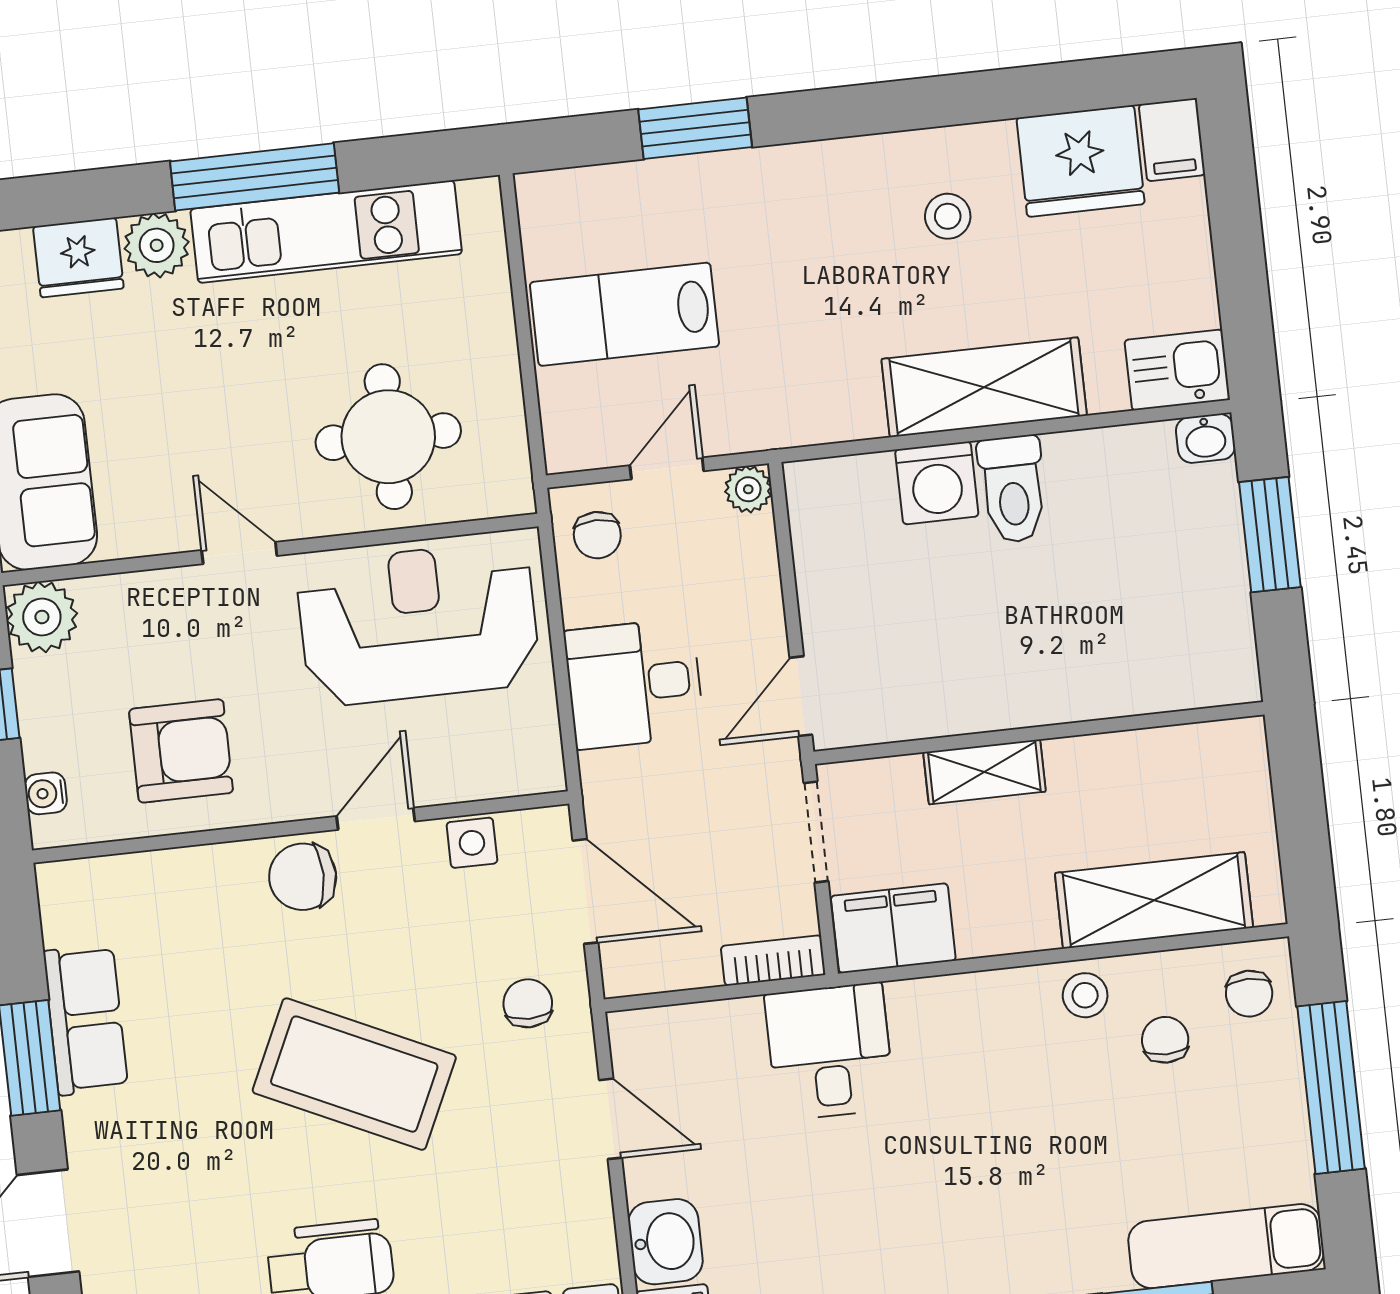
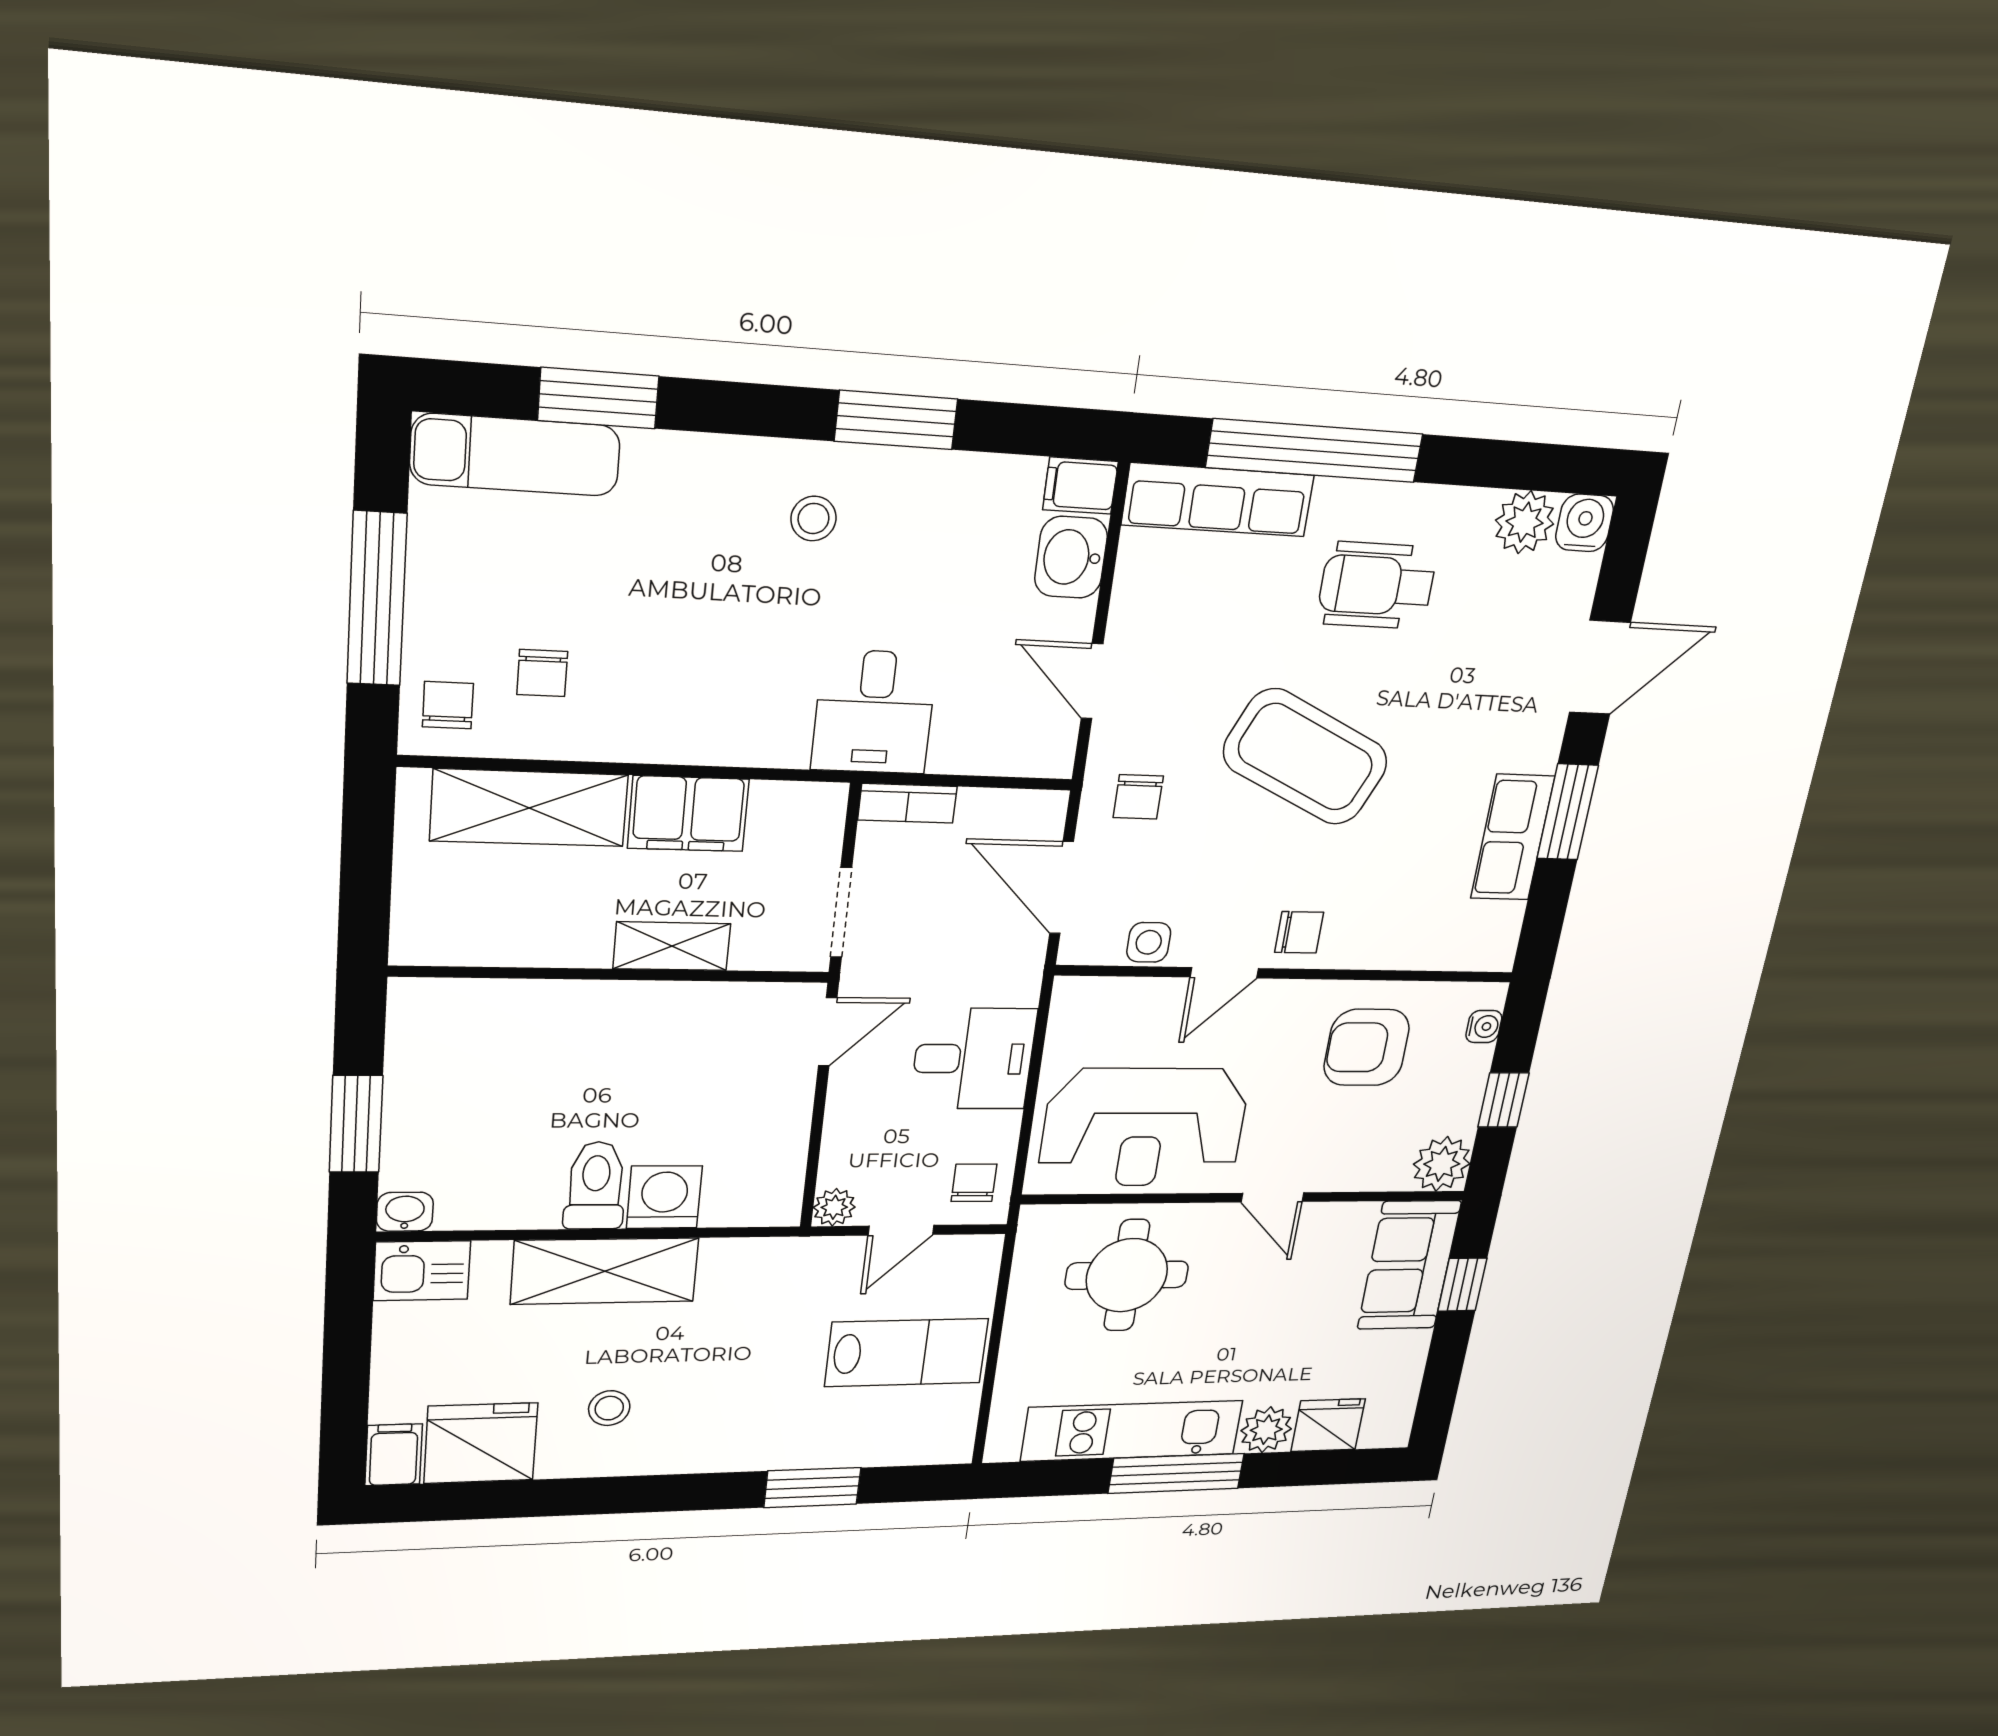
chair: (303, 877) -> (1299, 932), width x0.73, depth x0.73
filing cabinet: (893, 928) -> (688, 814), moved
stool: (1085, 995) -> (813, 518), moved

